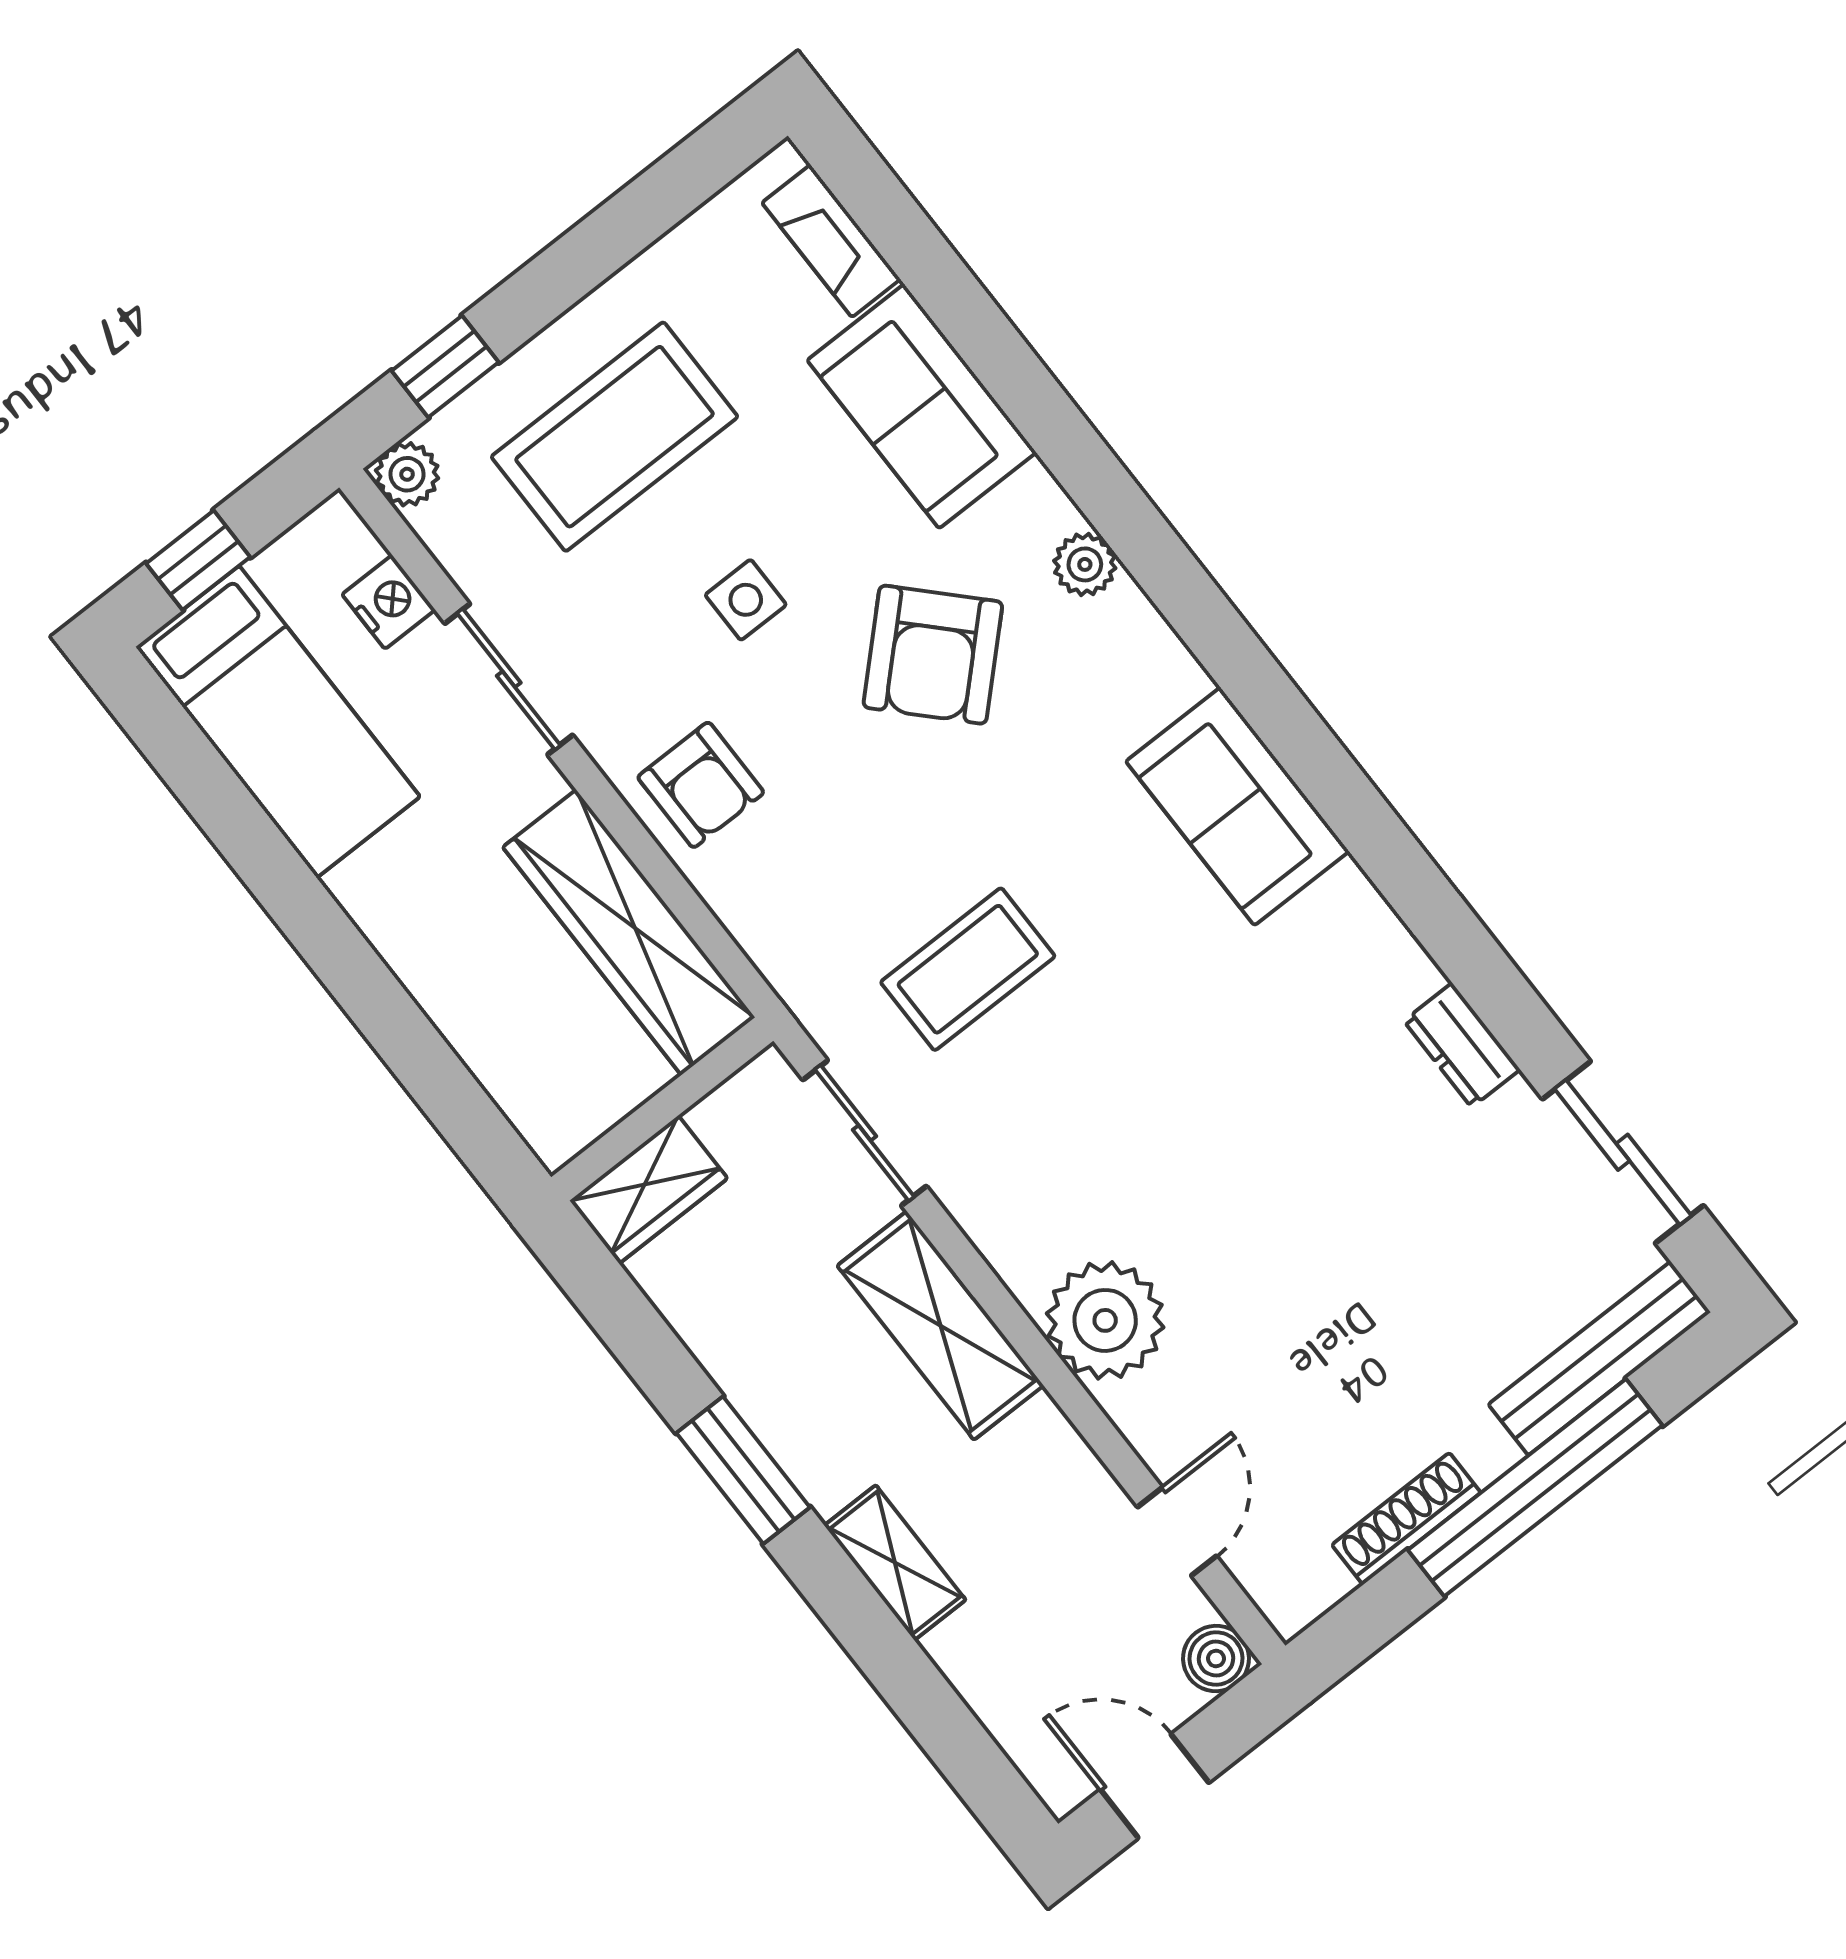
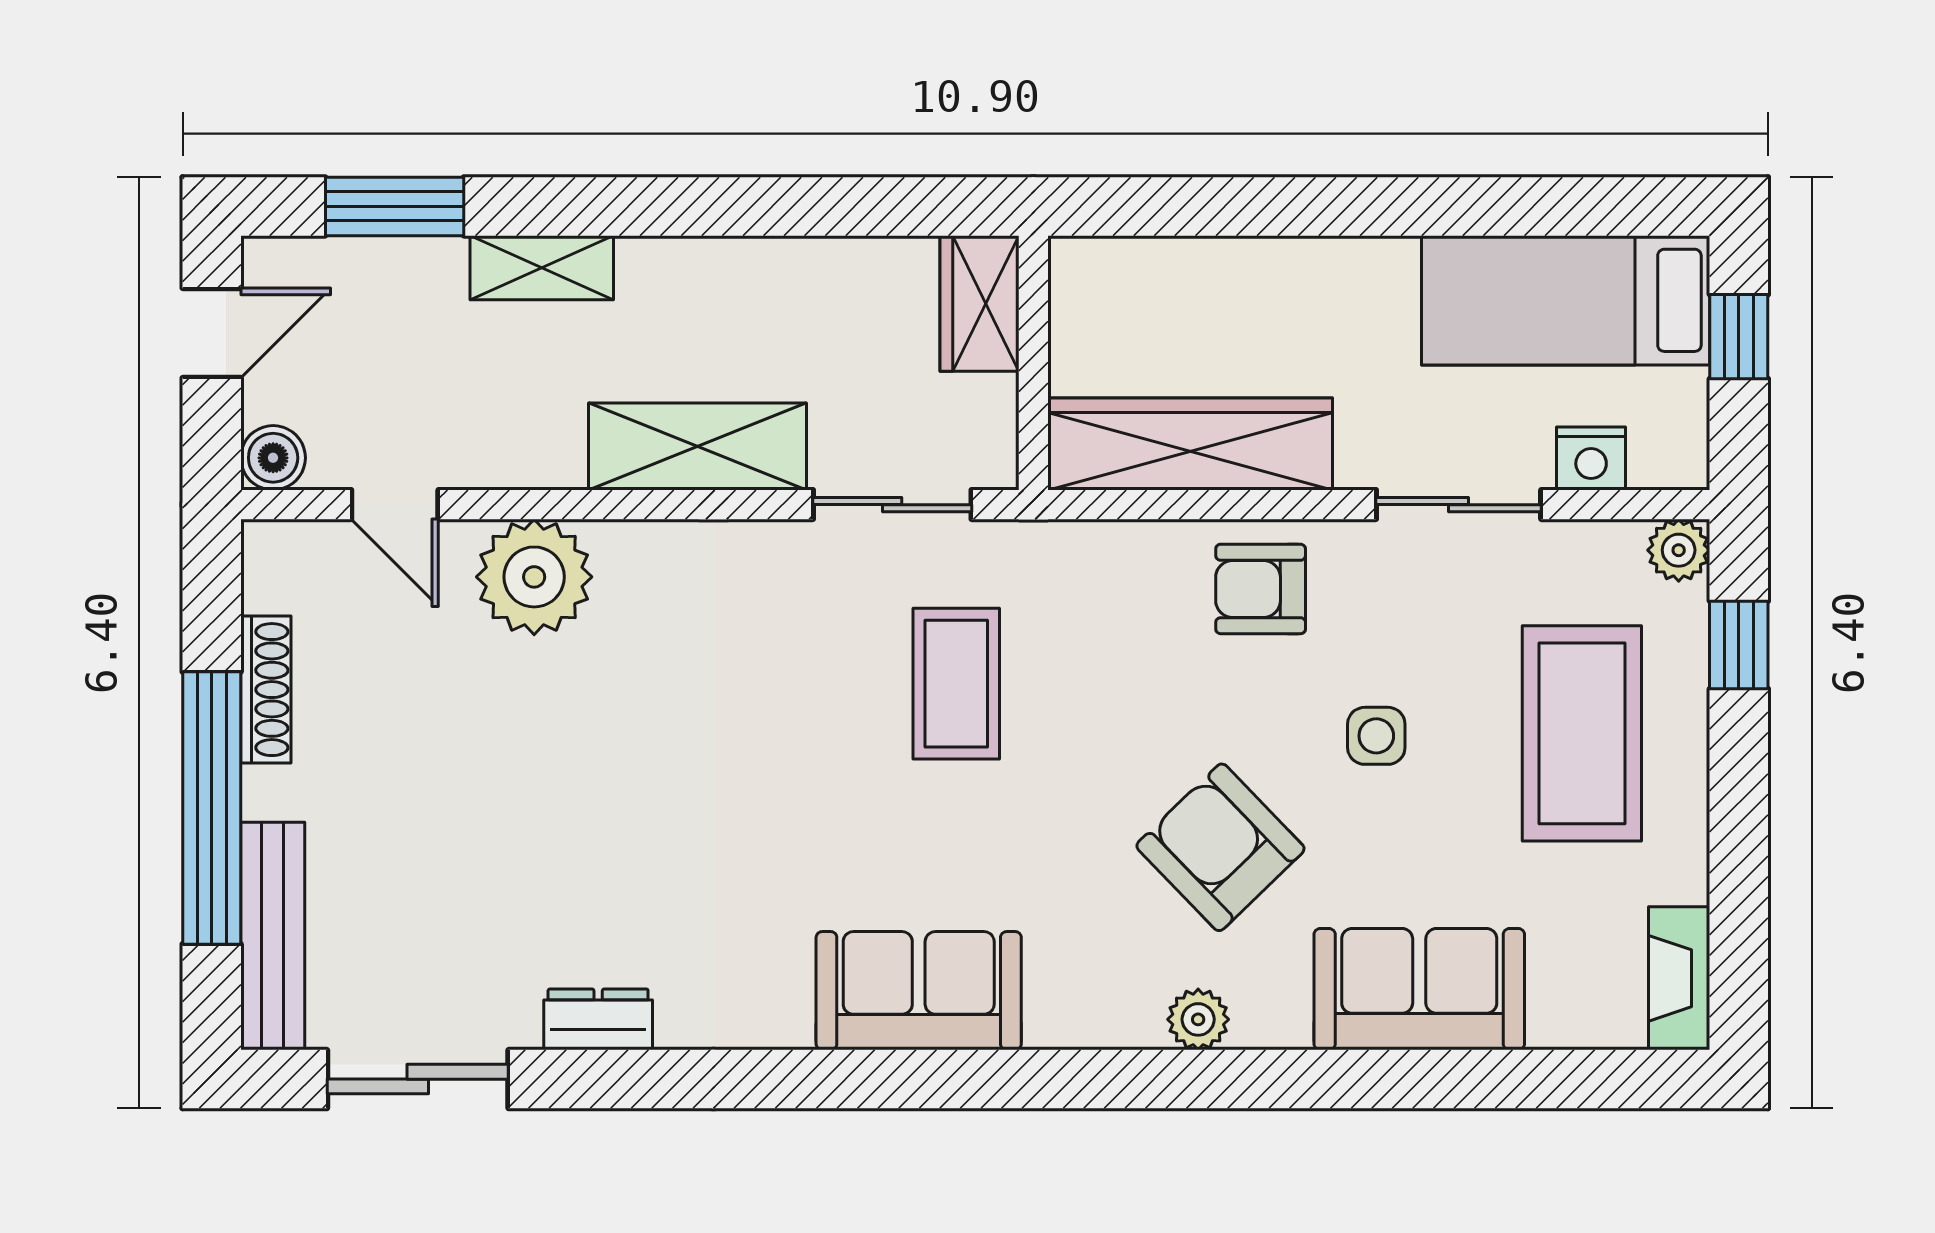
fireplace: (831, 241) -> (1679, 978), moved, turned -90
plant: (1105, 1320) -> (534, 577), moved
window: (743, 1470) -> (395, 206), moved

